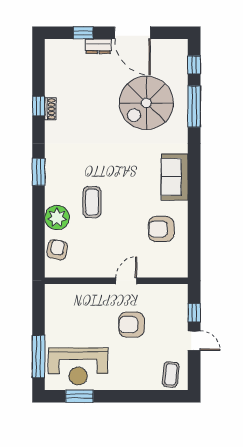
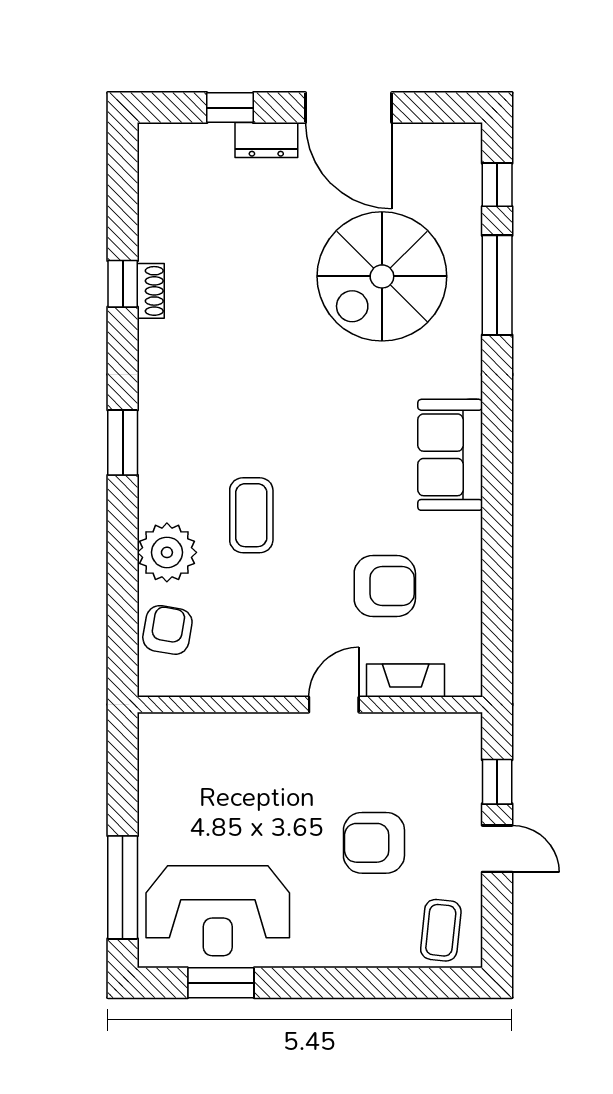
armchair: (161, 229) -> (385, 586), moved, turned 180
fireplace: (156, 271) -> (406, 681), added
armchair: (131, 325) -> (374, 843), moved

